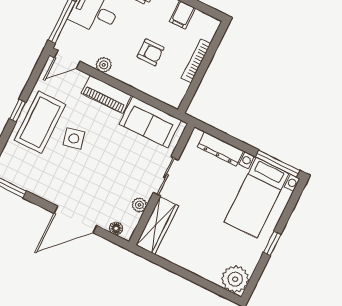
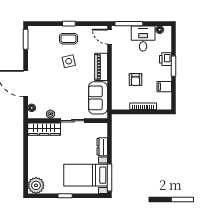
plant: (104, 65) -> (116, 58), removed
coffee table: (40, 122) -> (69, 39), width x0.54, depth x0.58
dresser: (220, 149) -> (102, 147), width x0.70

